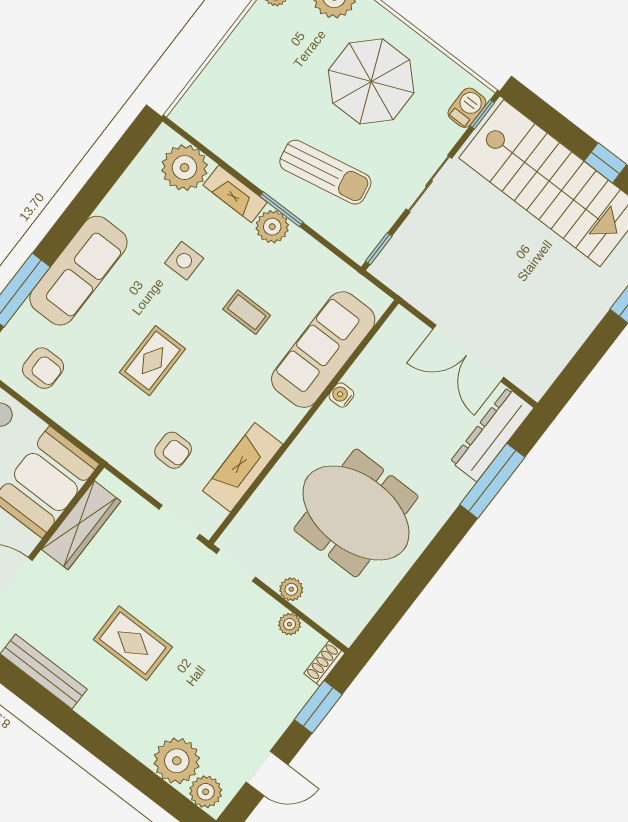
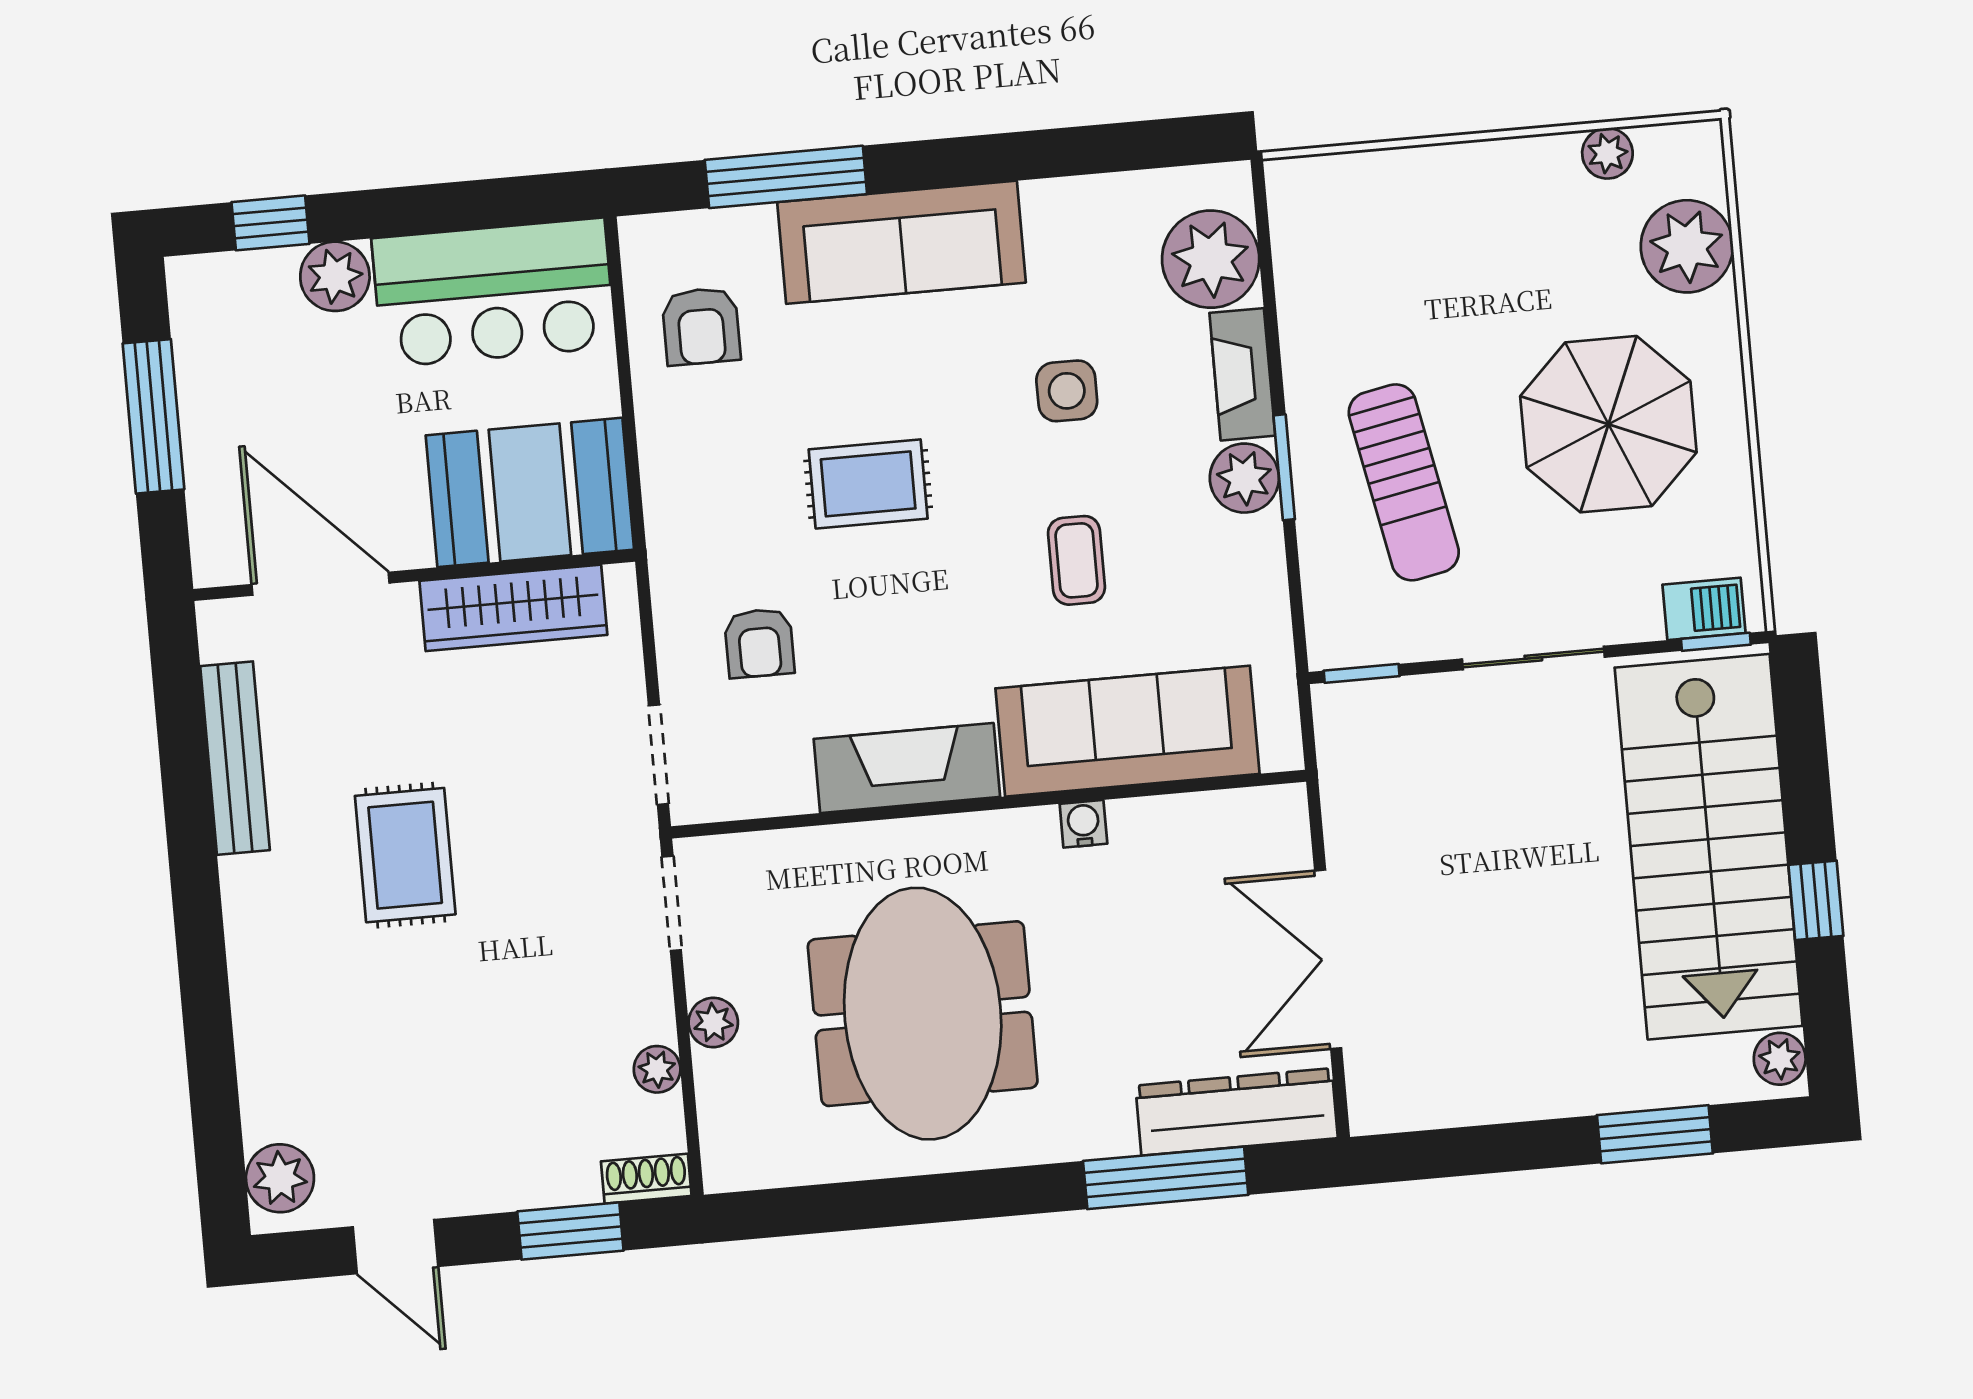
fireplace: (243, 467) -> (907, 768), moved
plant: (177, 761) -> (287, 1090), removed

